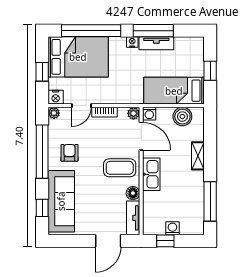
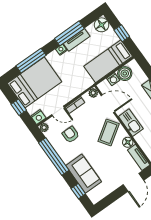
window: (91, 31) -> (31, 61), width x0.68
floor lamp: (195, 46) -> (102, 25), added
door: (82, 106) -> (58, 111), hinge flipped
washing machine: (149, 114) -> (113, 79), moved
armchair: (69, 153) -> (71, 135), moved
coffee table: (120, 168) -> (109, 133), turned -34
sofa: (61, 201) -> (84, 174), width x0.73

